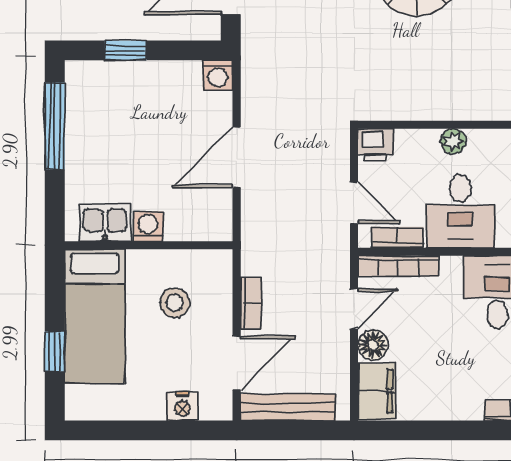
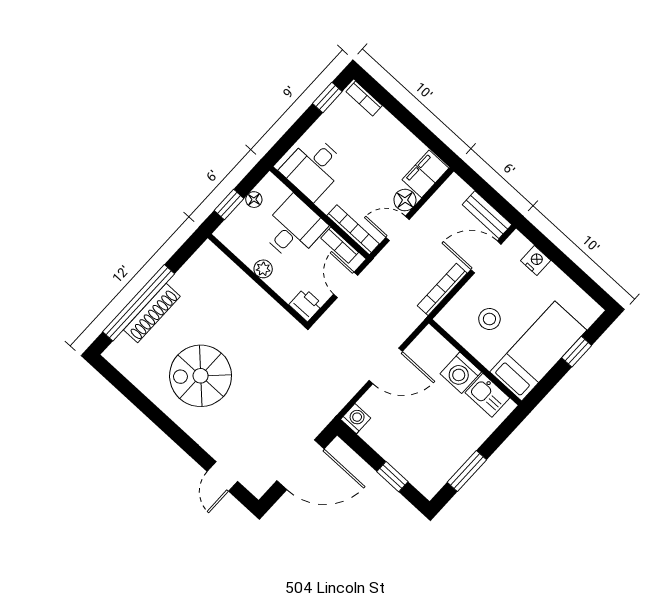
window: (55, 126) -> (467, 471), width x0.69
washing machine: (148, 227) -> (461, 373), width x1.38, depth x1.38
bookcase: (251, 303) -> (442, 289), width x1.56
bench: (288, 407) -> (487, 215), width x0.73

